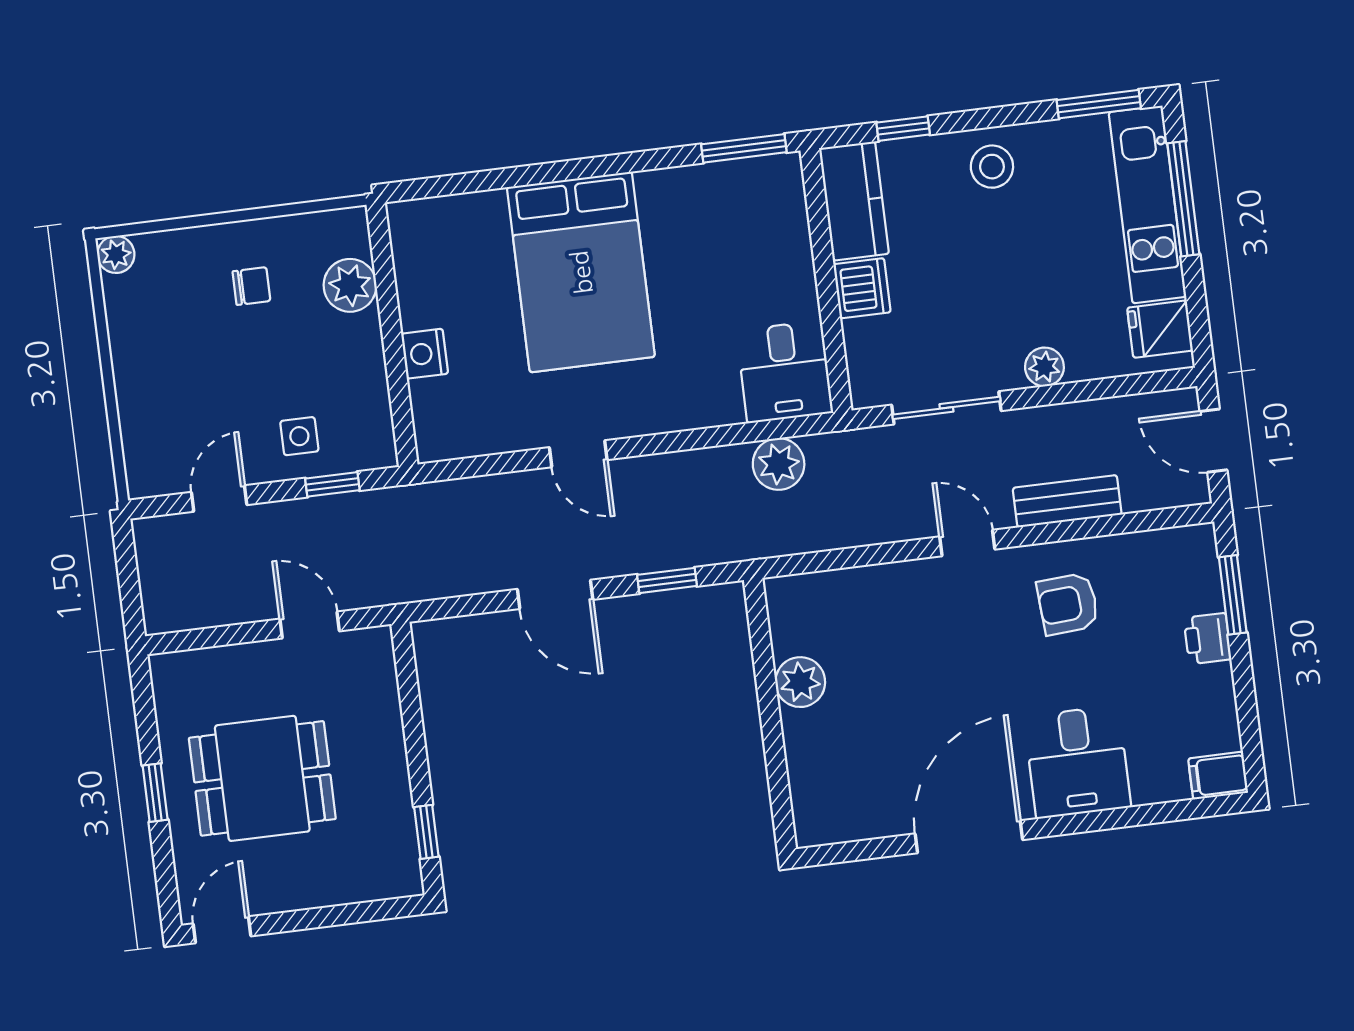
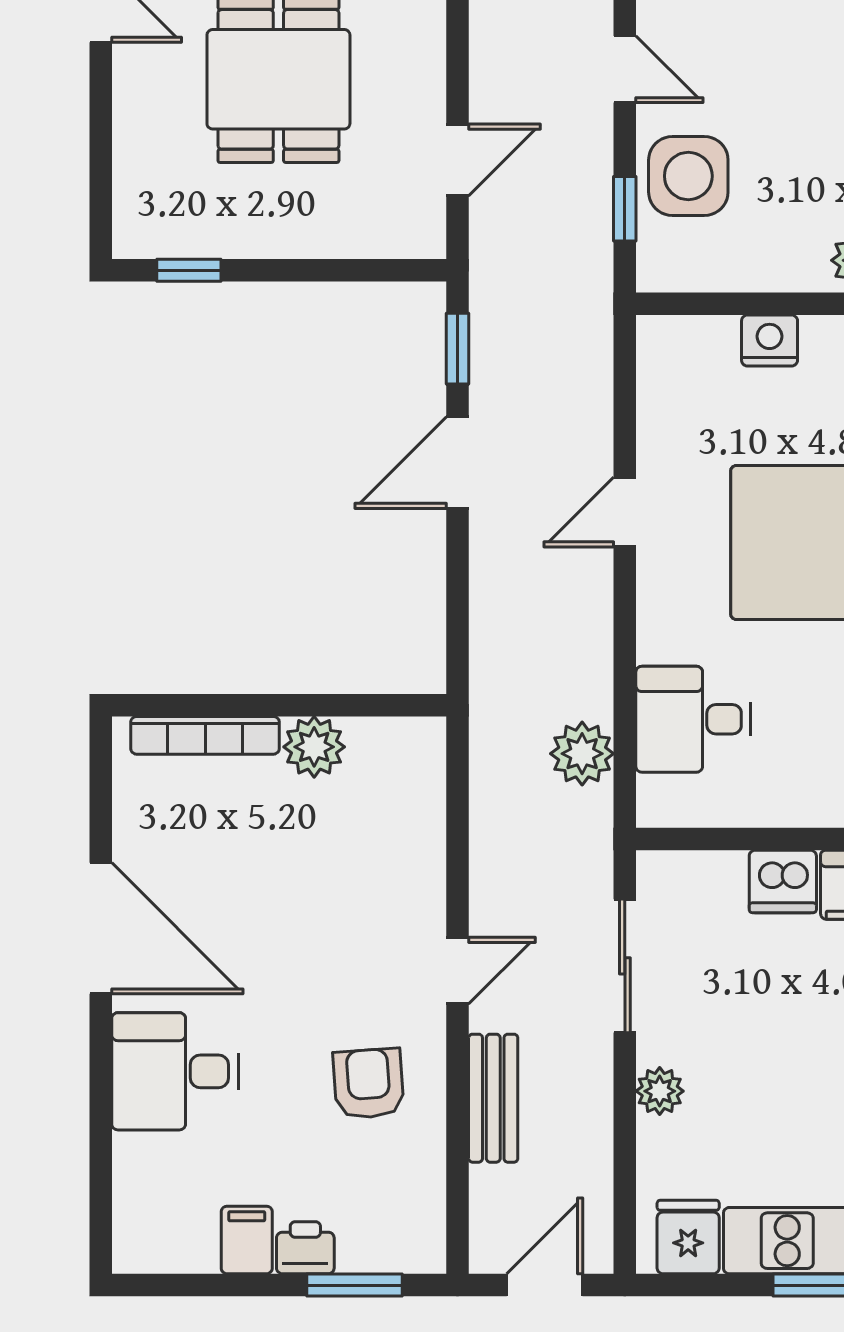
desk: (785, 372) -> (693, 719), moved
side table: (299, 436) -> (688, 176), width x1.87, depth x1.87
window: (667, 580) -> (458, 349), moved
bookcase: (802, 772) -> (205, 735), added
filing cabinet: (1218, 776) -> (247, 1240), moved

